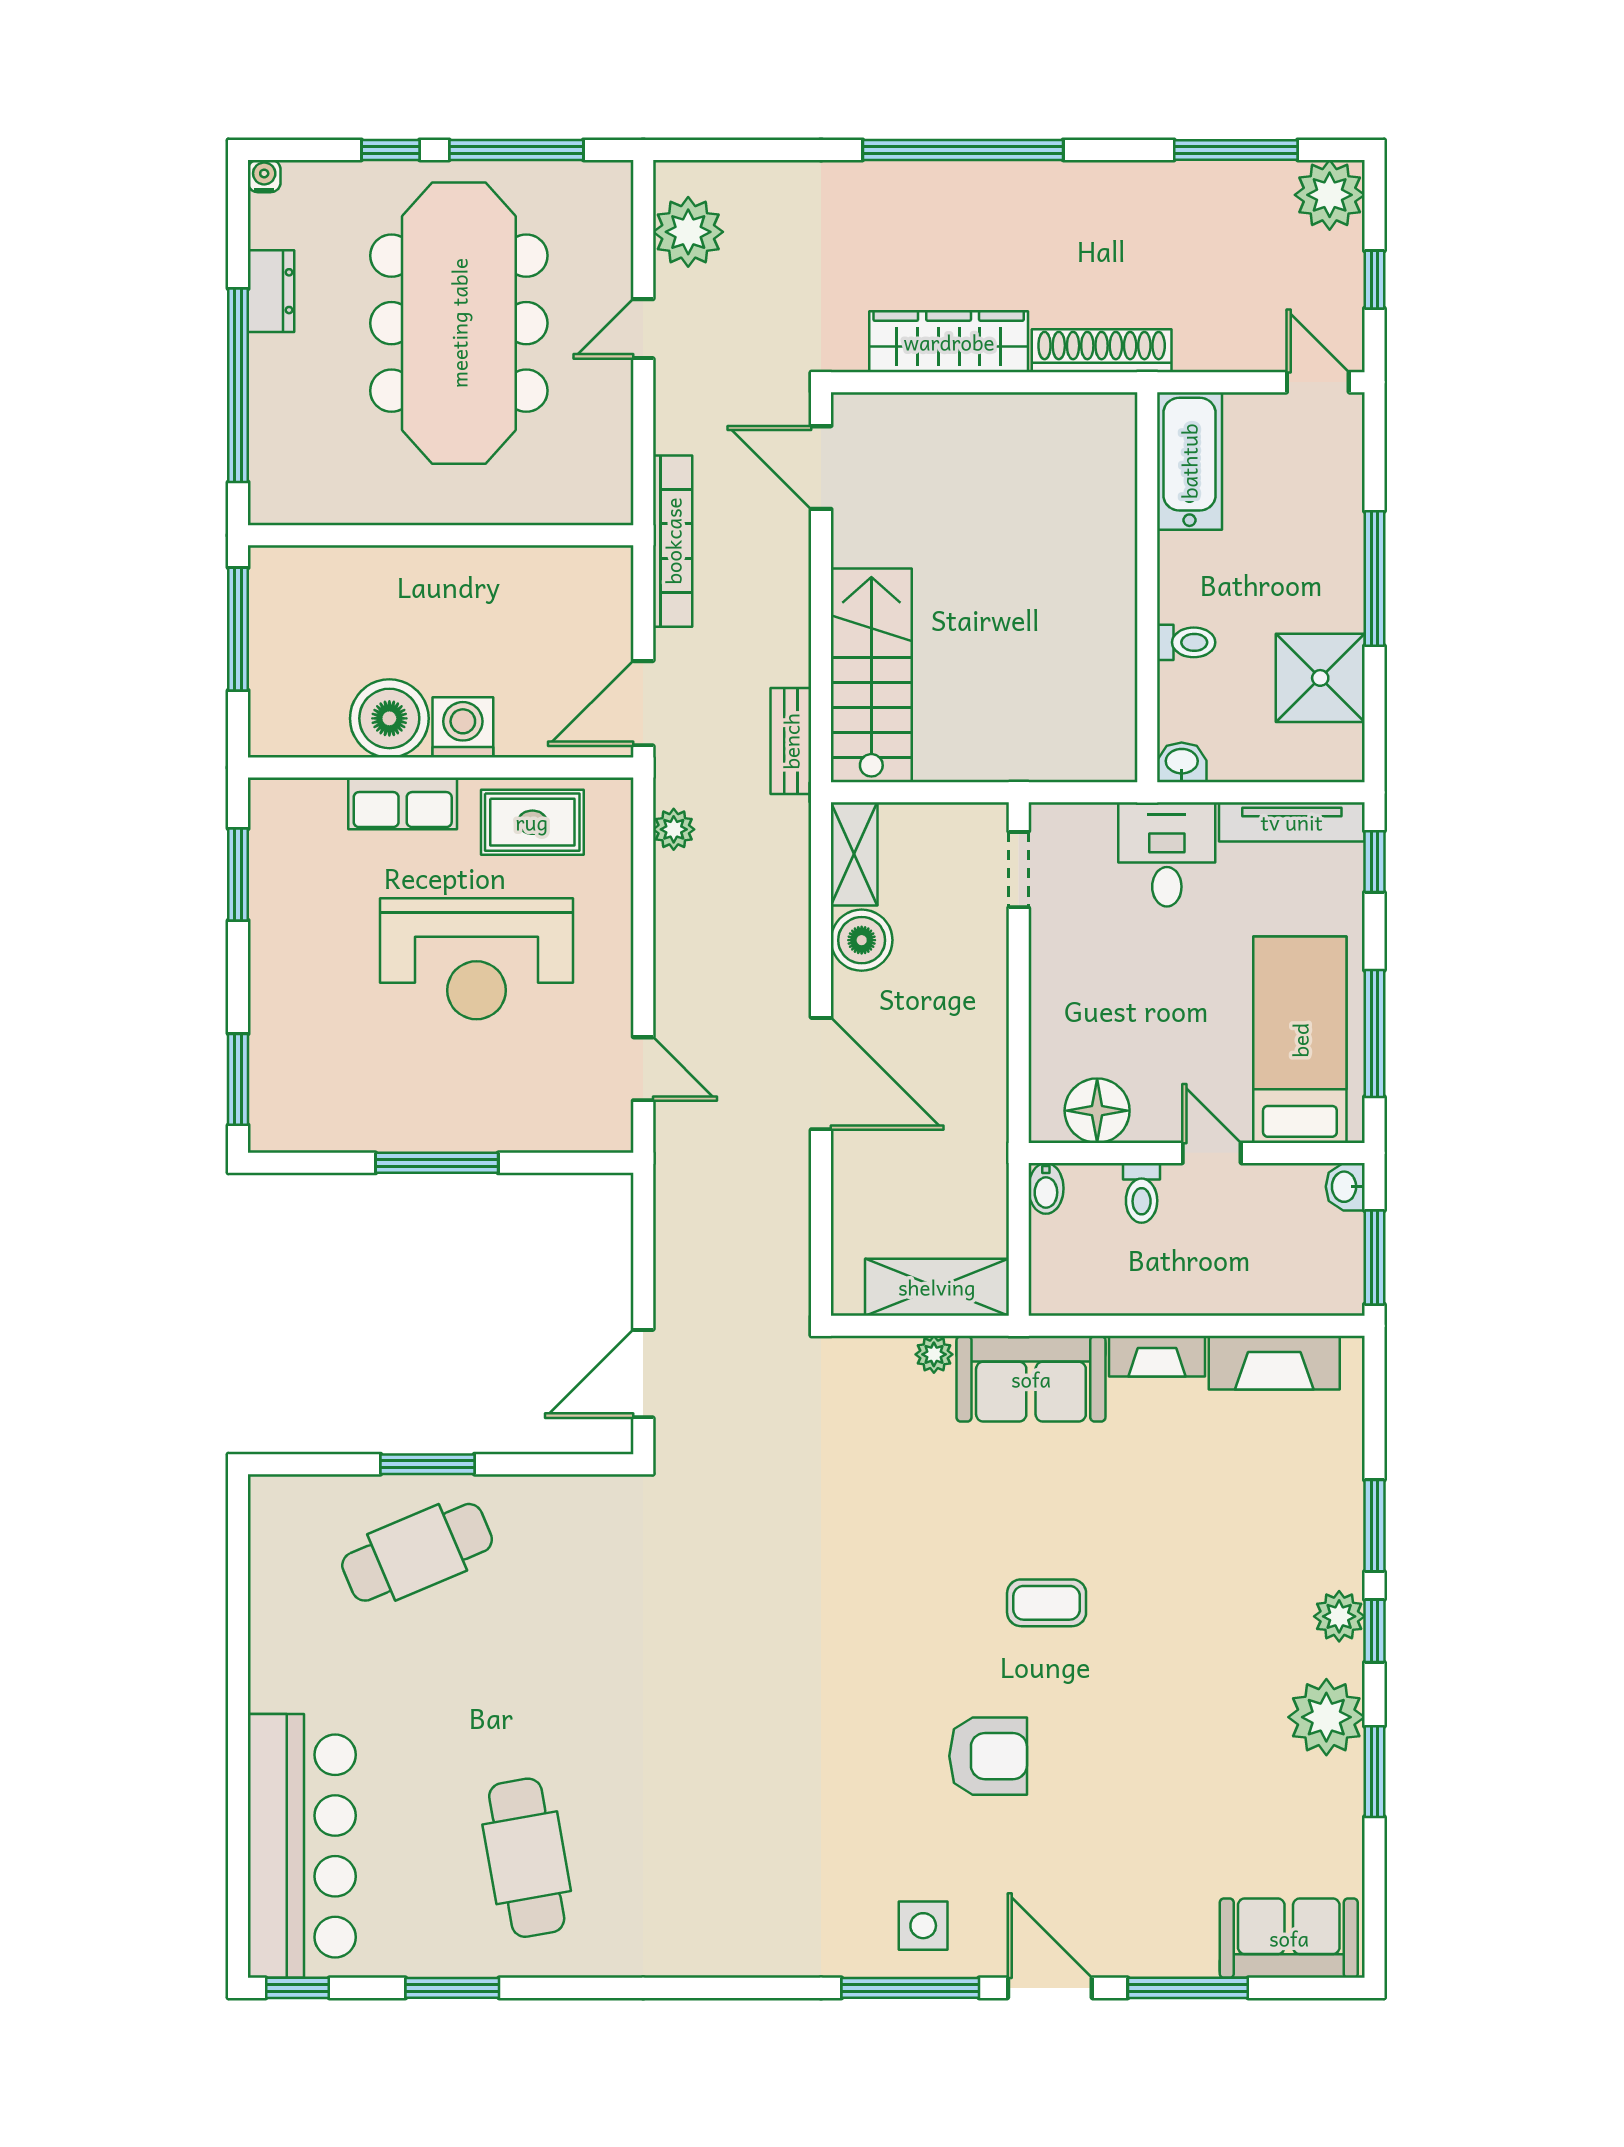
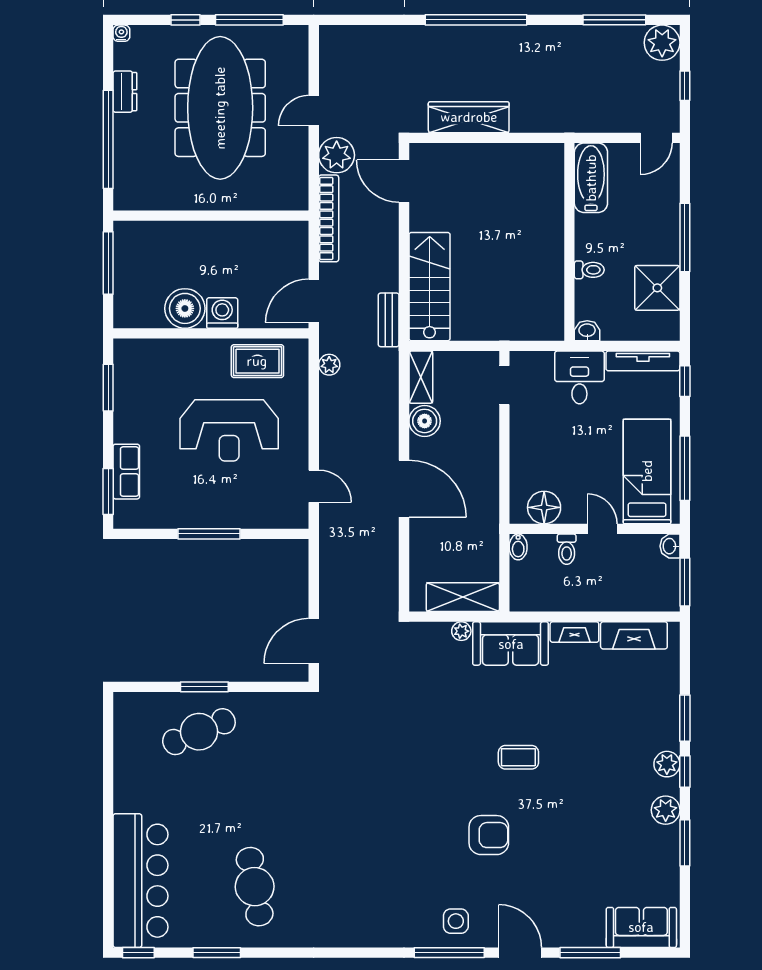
plant: (688, 232) -> (337, 155), moved
shoe rack: (1102, 351) -> (546, 122), removed
door: (1318, 382) -> (656, 138), swing flipped
row of seats: (403, 803) -> (126, 472), moved, turned -90
plant: (1326, 1717) -> (666, 810), width x0.73, depth x0.73

